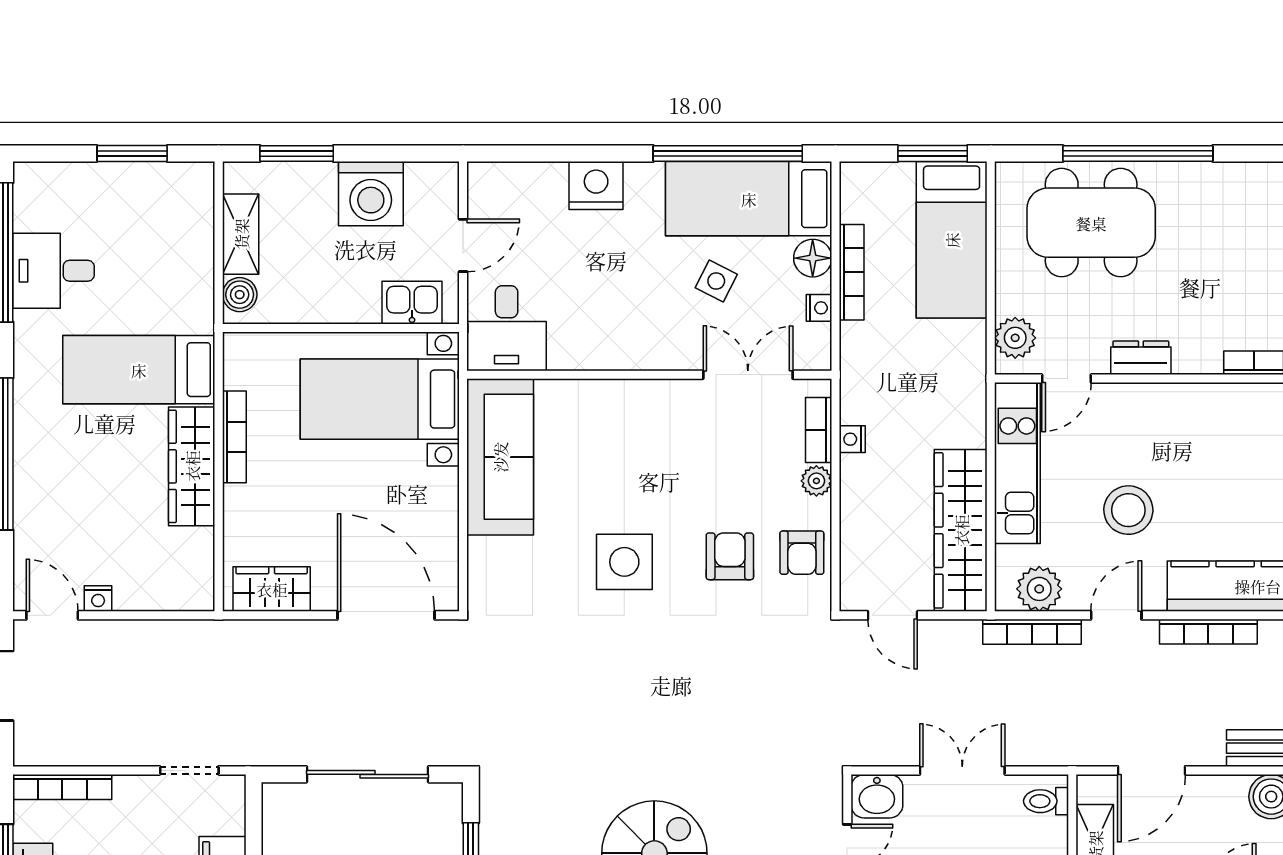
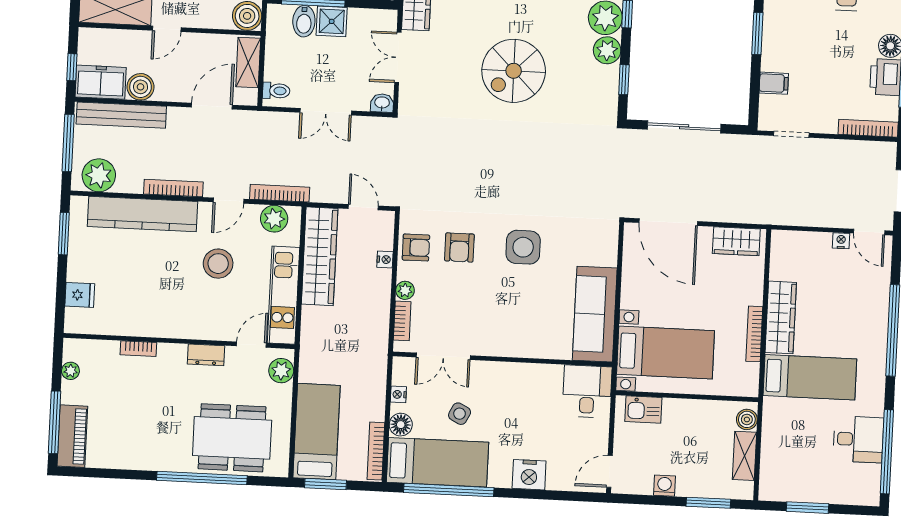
washing machine: (371, 194) -> (664, 486), width x0.53, depth x0.53
door: (463, 245) -> (609, 471), moved
bookcase: (852, 272) -> (376, 451), moved
nightstand: (852, 439) -> (385, 259), moved
armchair: (802, 553) -> (416, 248), turned 90
washbasin: (877, 796) -> (382, 103), width x0.72, depth x0.69

